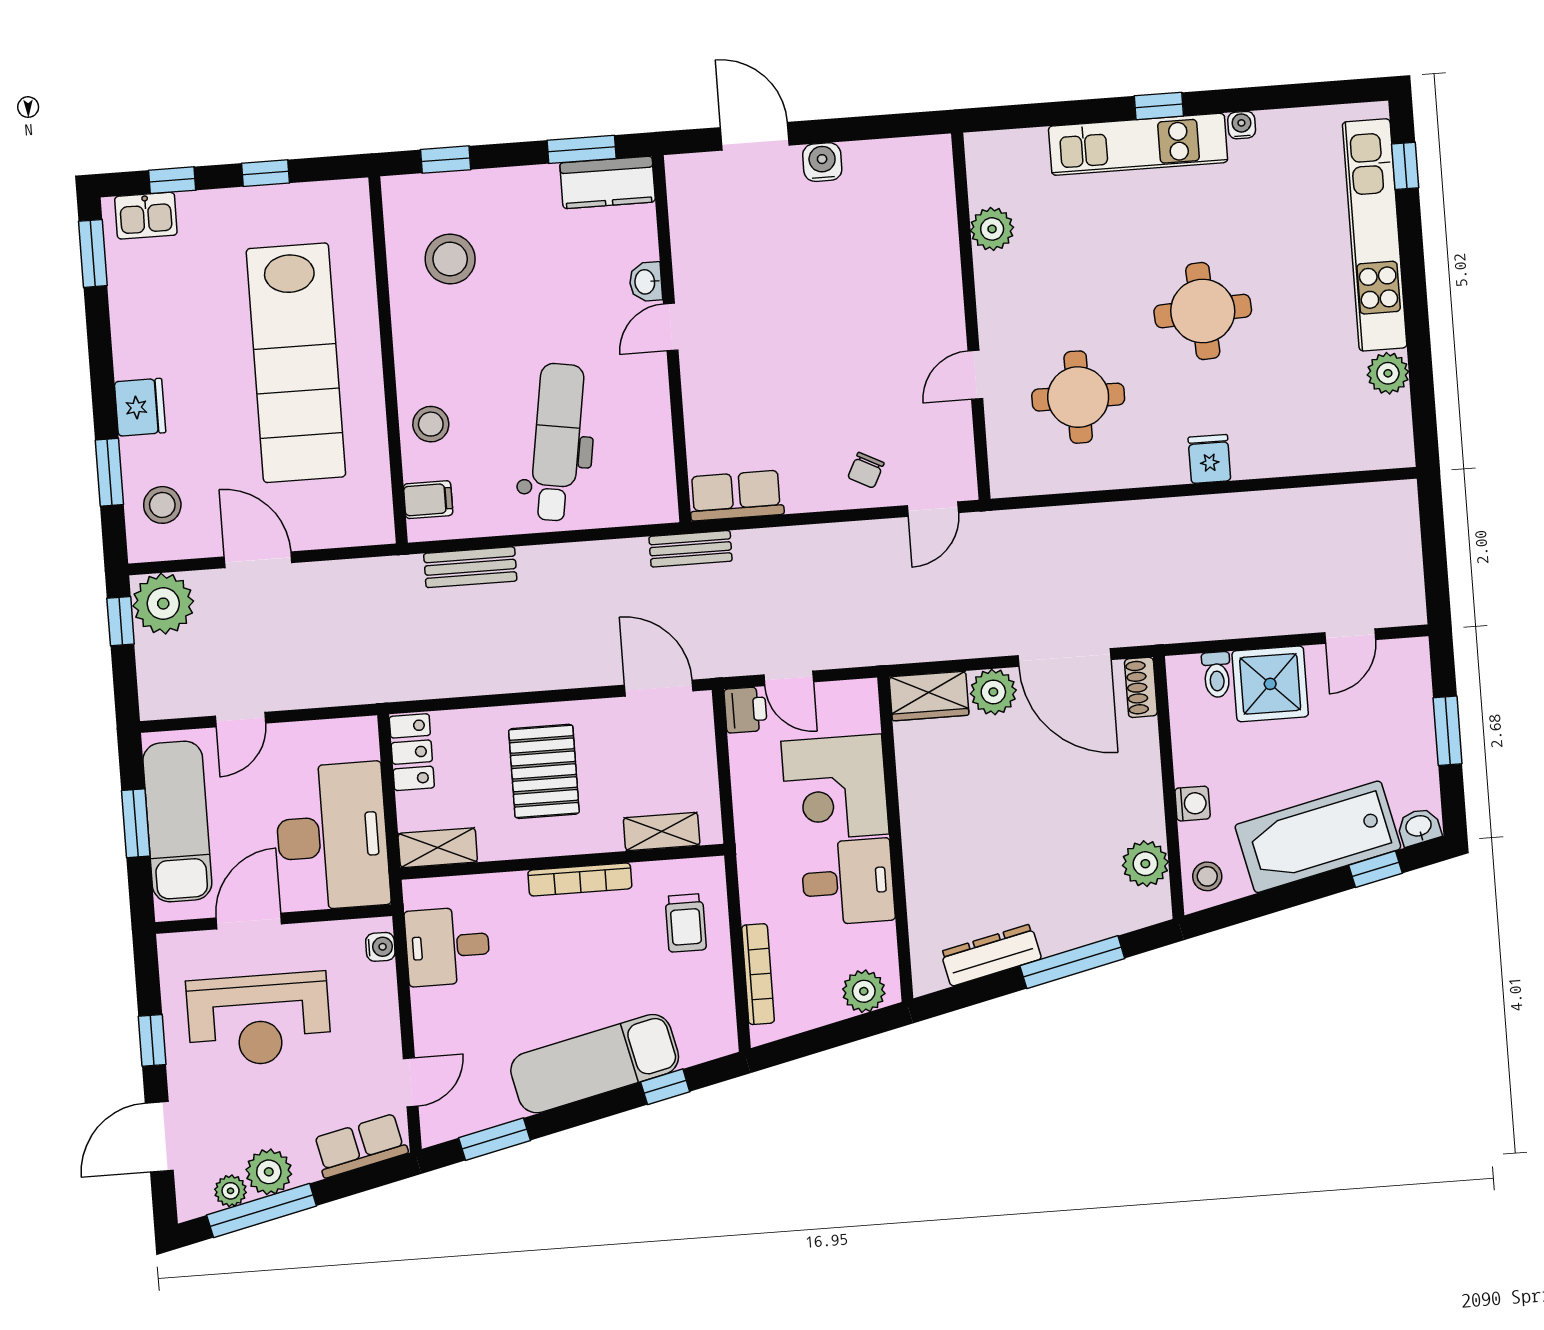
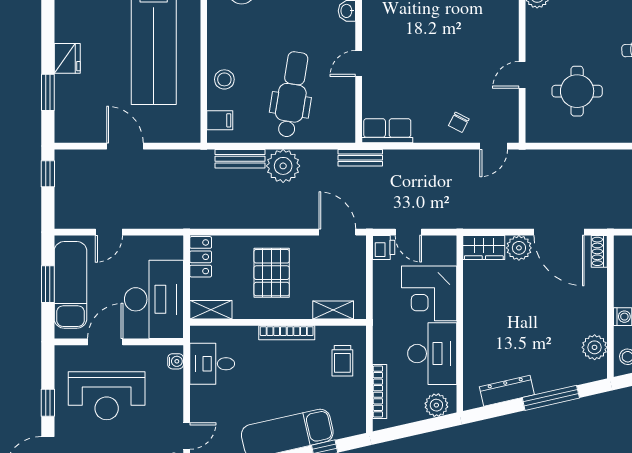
door: (671, 327) -> (359, 63), moved
stool: (162, 505) -> (75, 112), removed
plant: (163, 604) -> (283, 166), moved
desk: (848, 882) -> (432, 354), width x1.37

